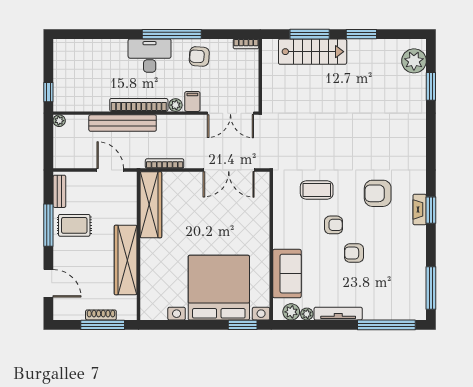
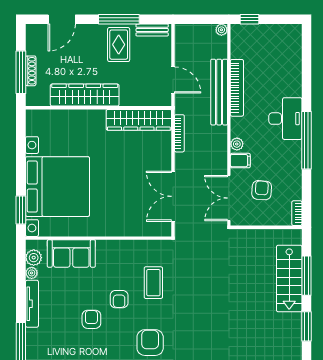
armchair: (199, 56) -> (262, 190), moved
bookcase: (139, 105) -> (237, 88), moved
door: (110, 170) -> (173, 80), hinge flipped

